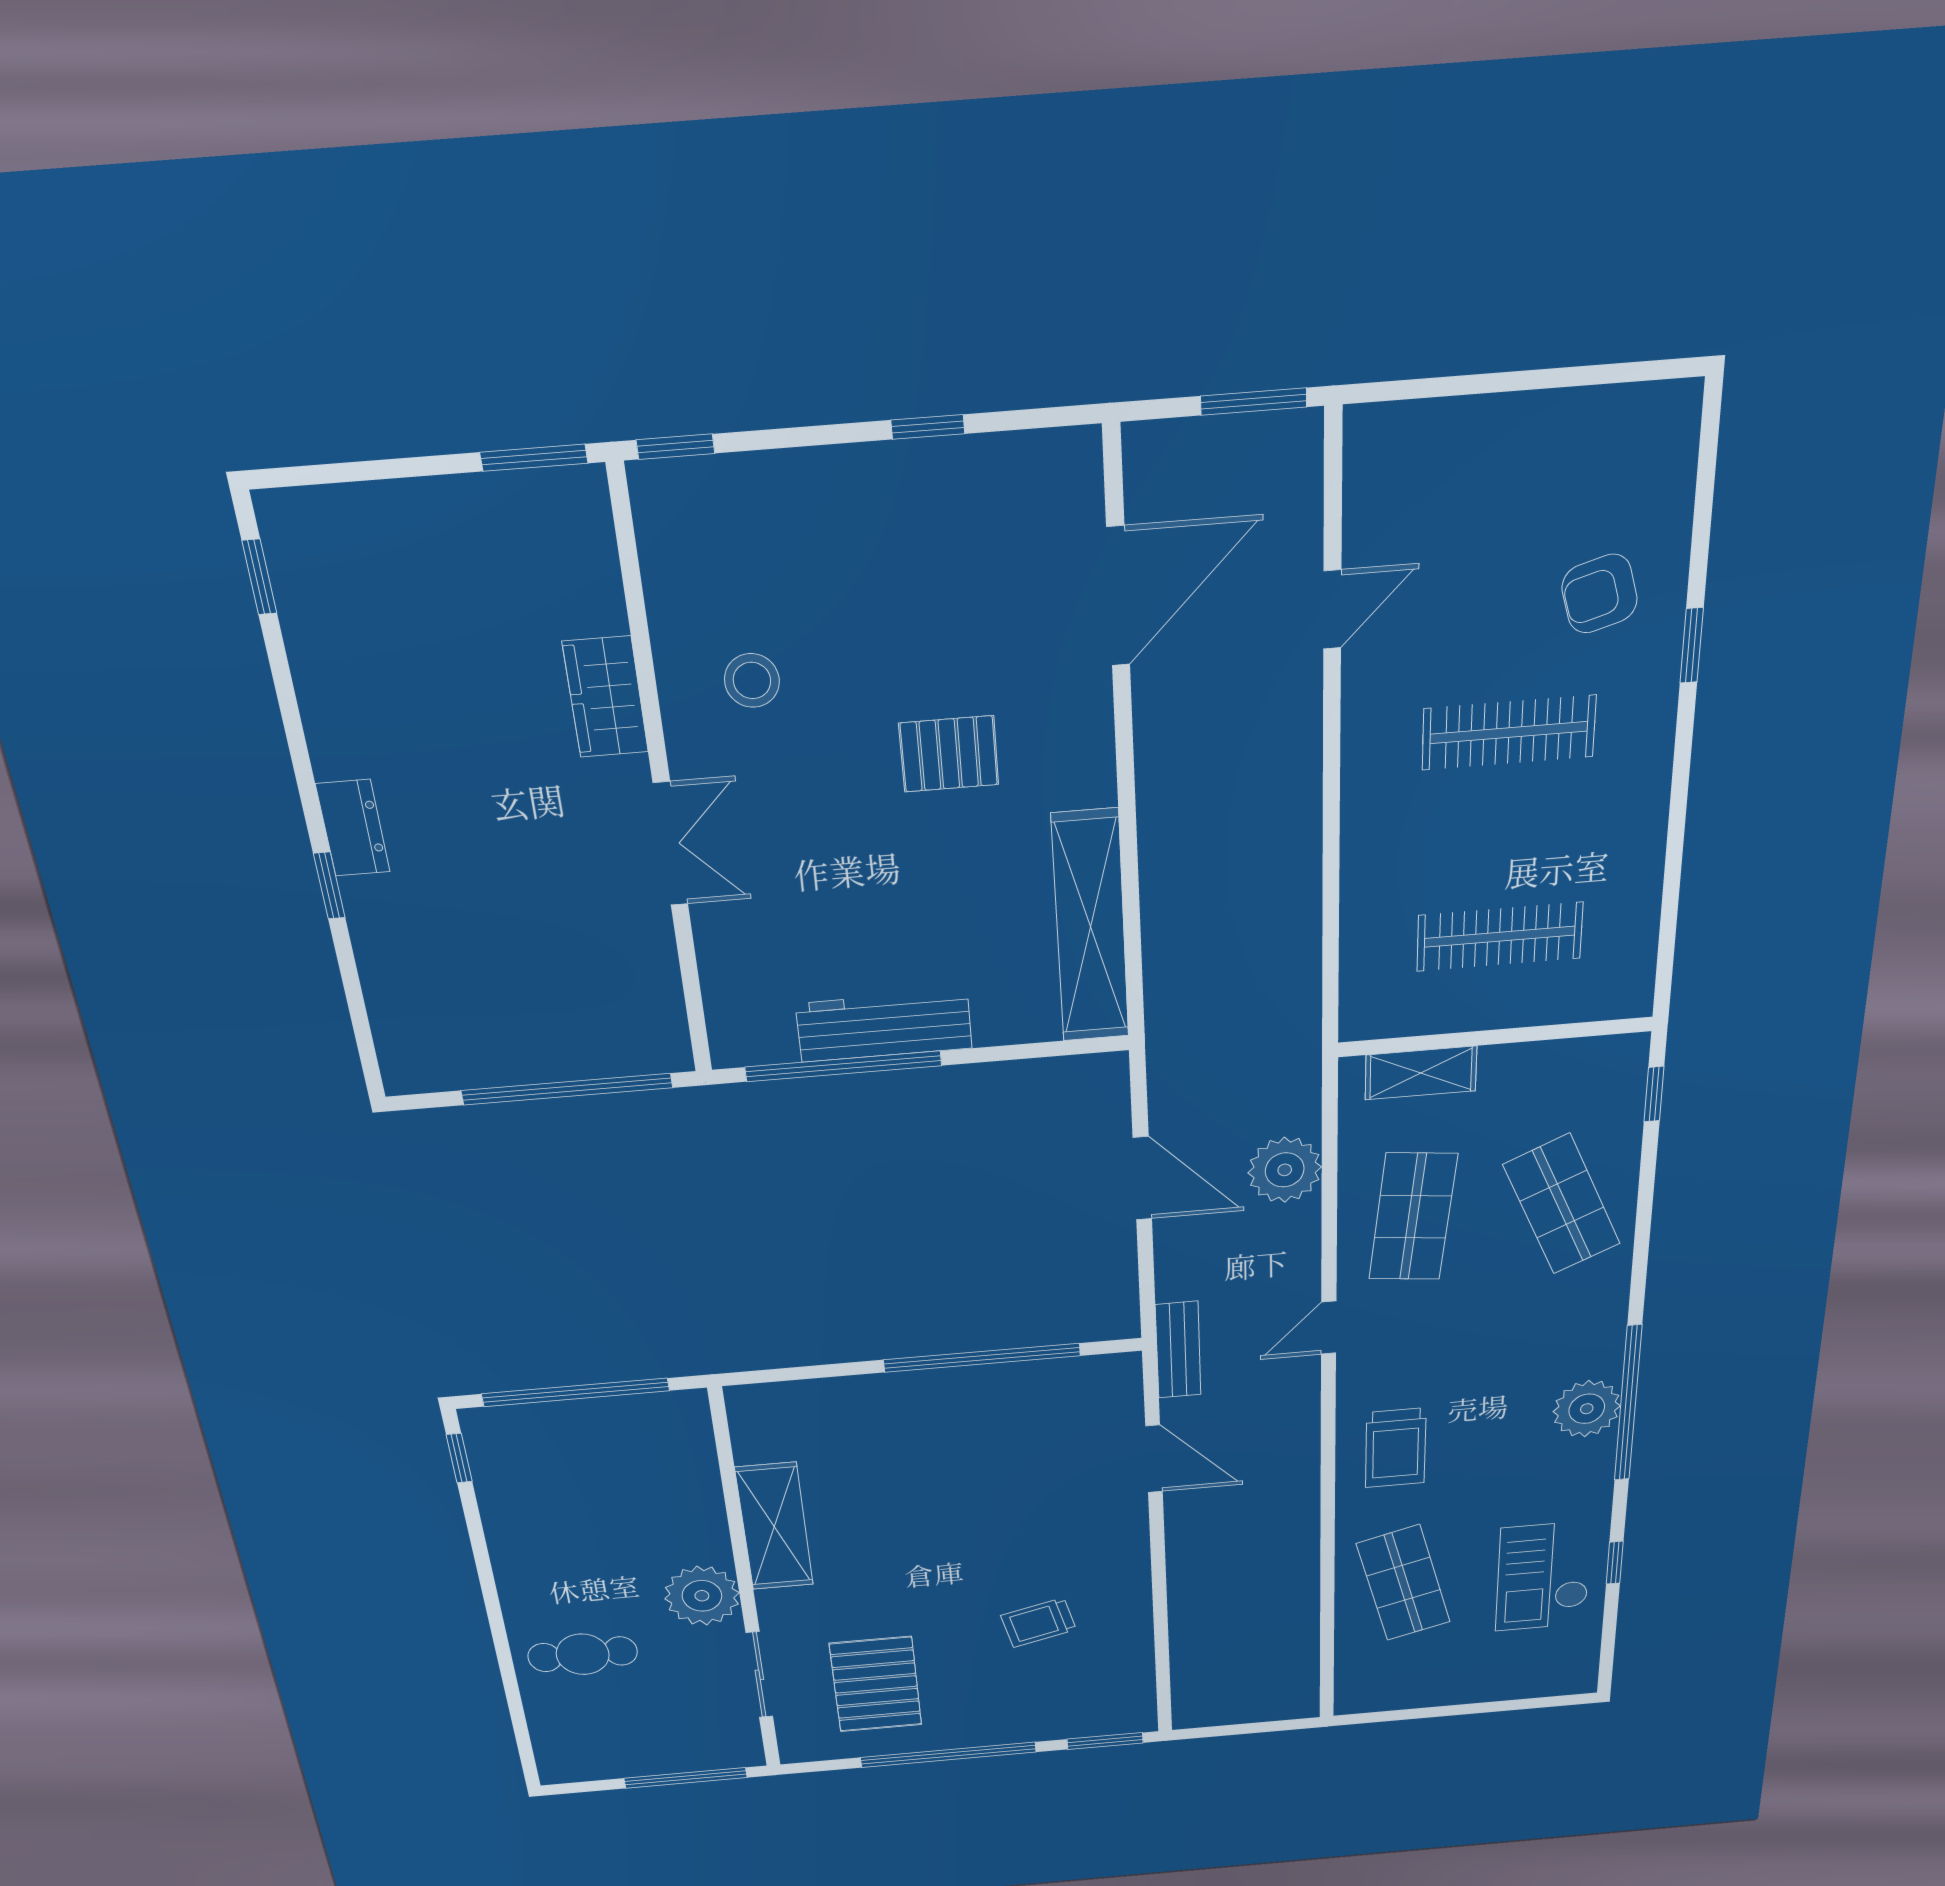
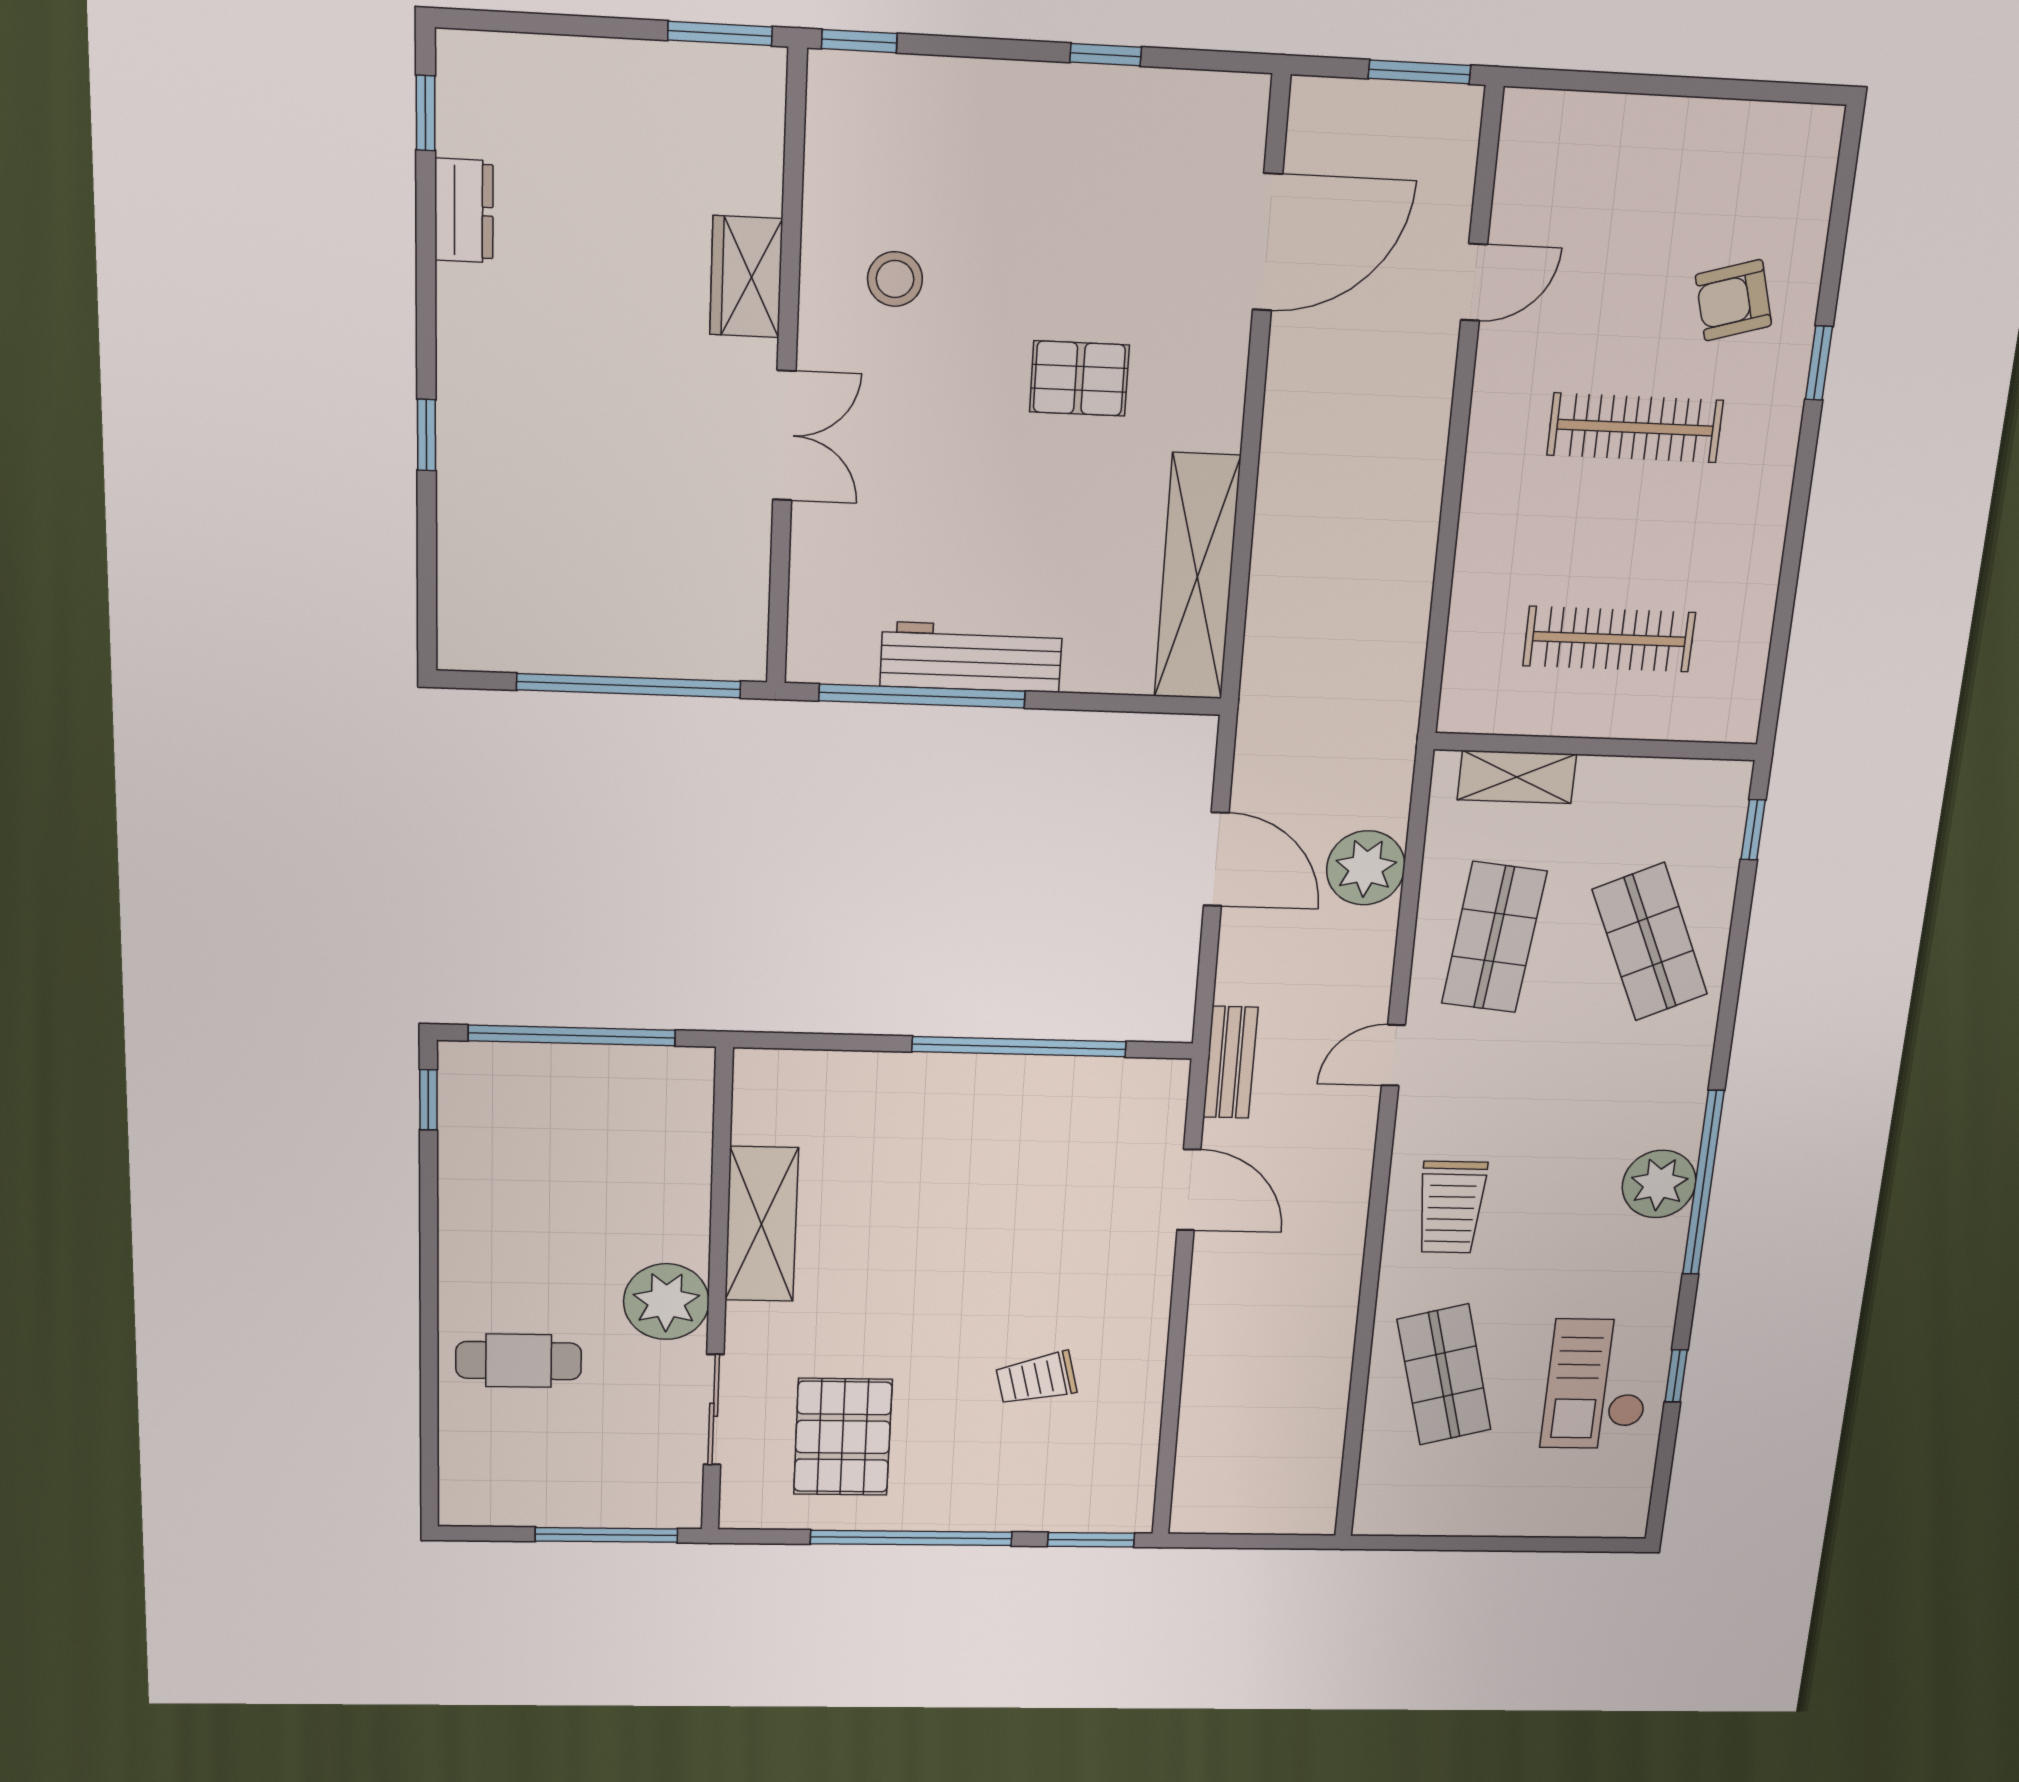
dresser: (353, 828) -> (464, 211), moved

